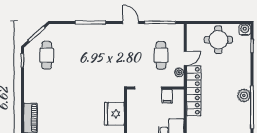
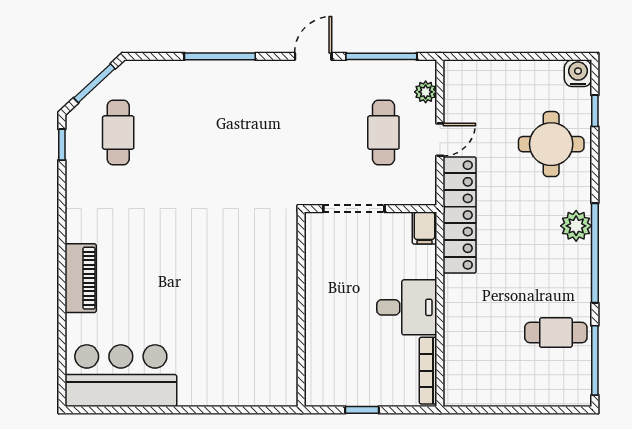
door: (131, 22) -> (313, 56), hinge flipped
round table: (218, 40) -> (551, 144), moved
plant: (179, 72) -> (426, 92), moved
filing cabinet: (167, 96) -> (424, 228), moved
fridge: (114, 114) -> (275, 268), removed

